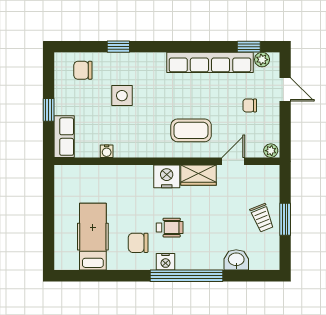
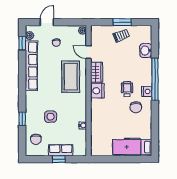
coffee table: (191, 130) -> (71, 77), width x1.36, depth x1.32
row of seats: (64, 137) -> (61, 150), moved
hospital bed: (93, 237) -> (132, 147), moved

